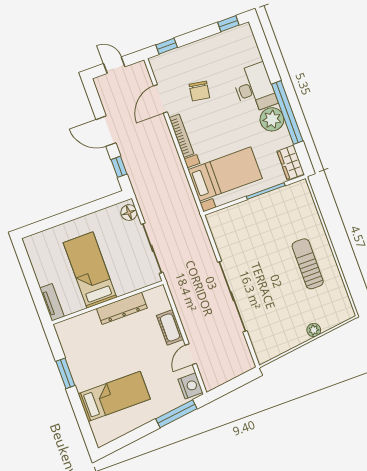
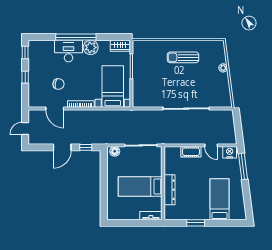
window: (167, 46) -> (25, 77), moved
window: (287, 113) -> (76, 37), moved
dresser: (122, 308) -> (169, 190), moved

